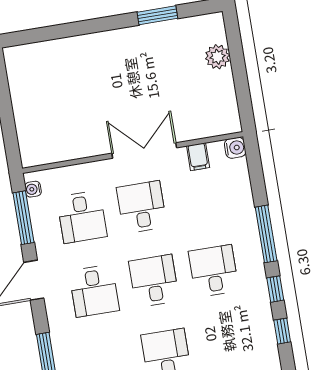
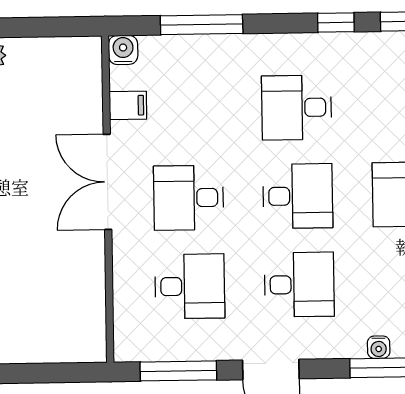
water cooler: (33, 189) -> (379, 347), moved
window: (266, 234) -> (202, 25), moved
desk: (154, 281) -> (298, 196), turned 180

